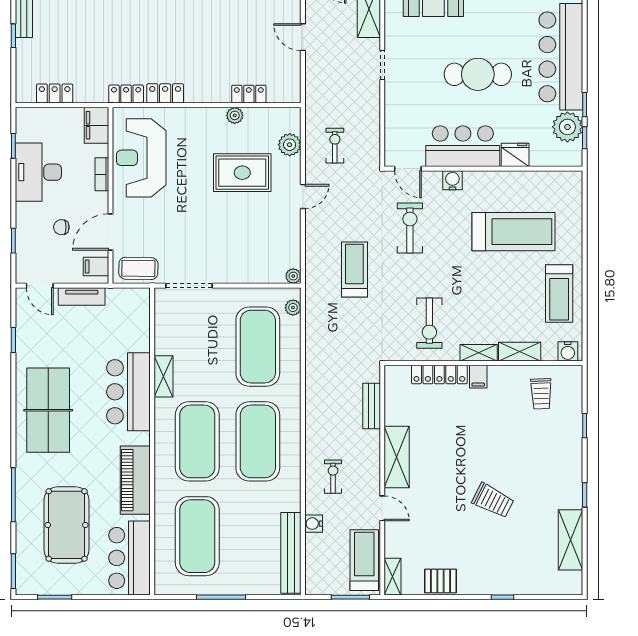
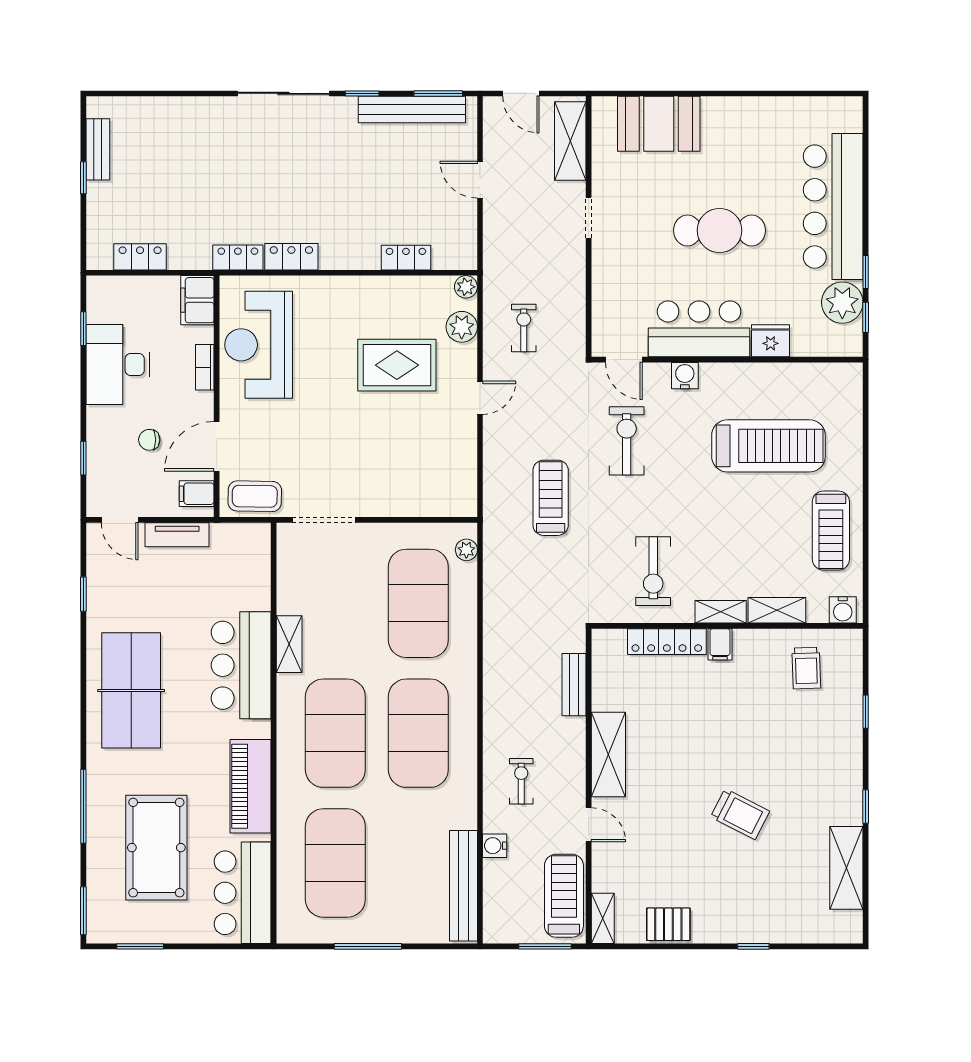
plant: (235, 115) -> (466, 287), moved
plant: (293, 276) -> (467, 507), removed

